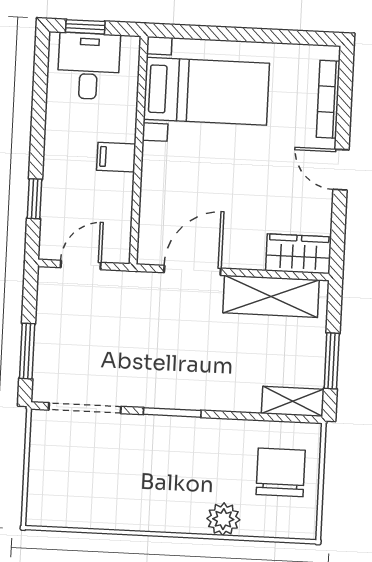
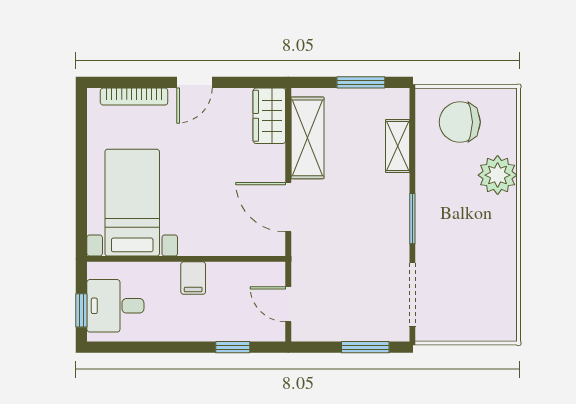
shelving: (293, 401) -> (398, 146), moved
plant: (223, 519) -> (498, 175), width x1.36, depth x1.36

